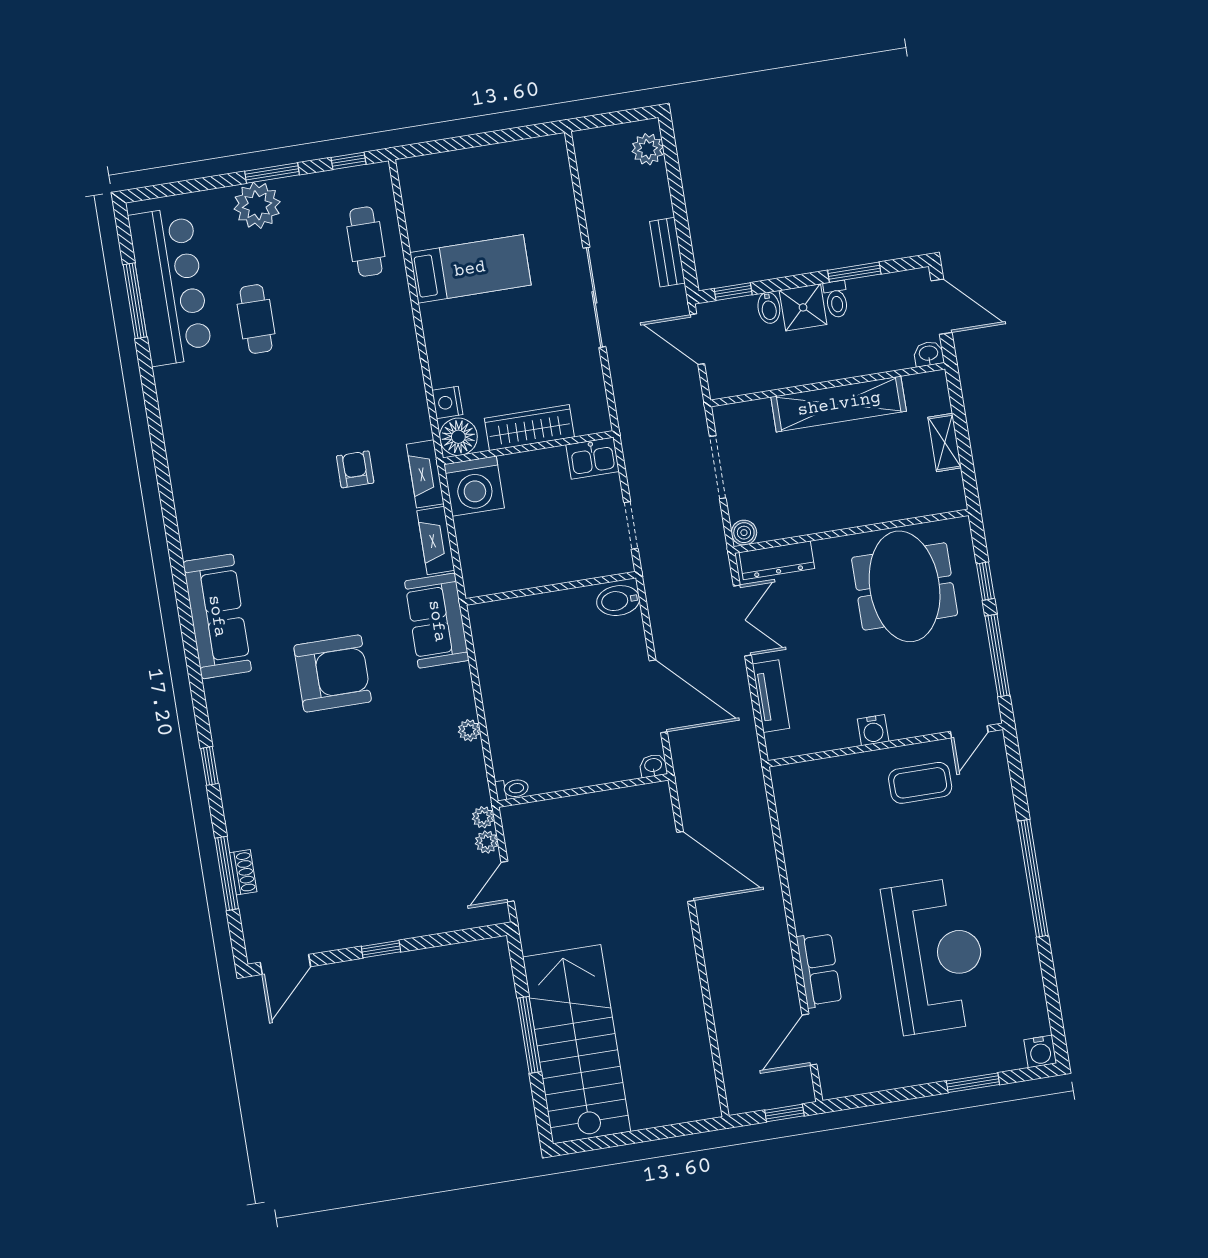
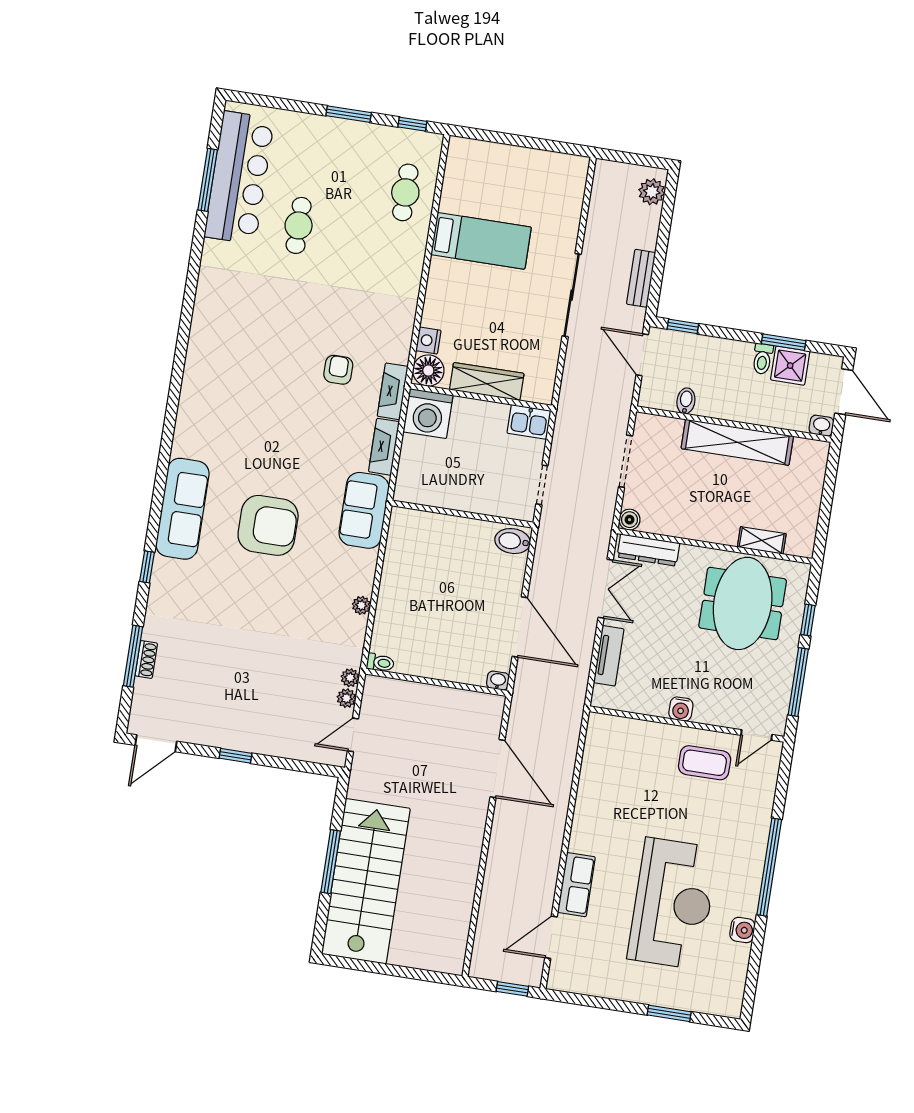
plant: (257, 205) -> (329, 136), removed
shower: (803, 307) -> (790, 366), moved
bidet: (769, 308) -> (686, 401), moved, turned 180
shelving: (945, 442) -> (762, 540), moved, turned 90
sofa: (217, 616) -> (182, 509), moved
water cooler: (1040, 1051) -> (742, 930), moved, turned -90

